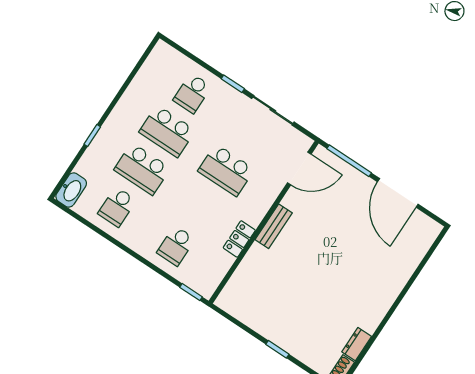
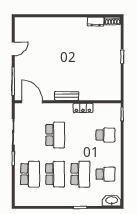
school desk: (192, 93) -> (30, 174), width x1.85
door: (398, 193) -> (13, 49), width x0.53

